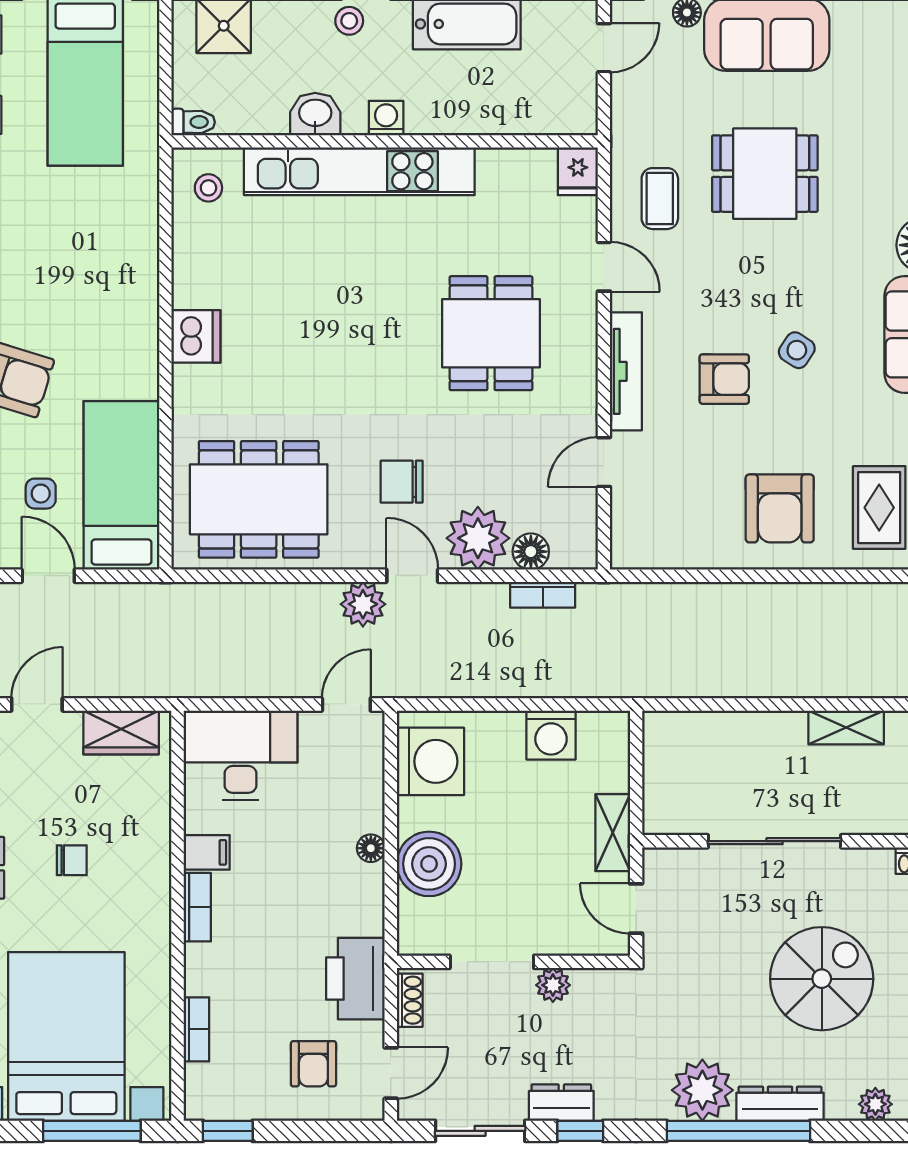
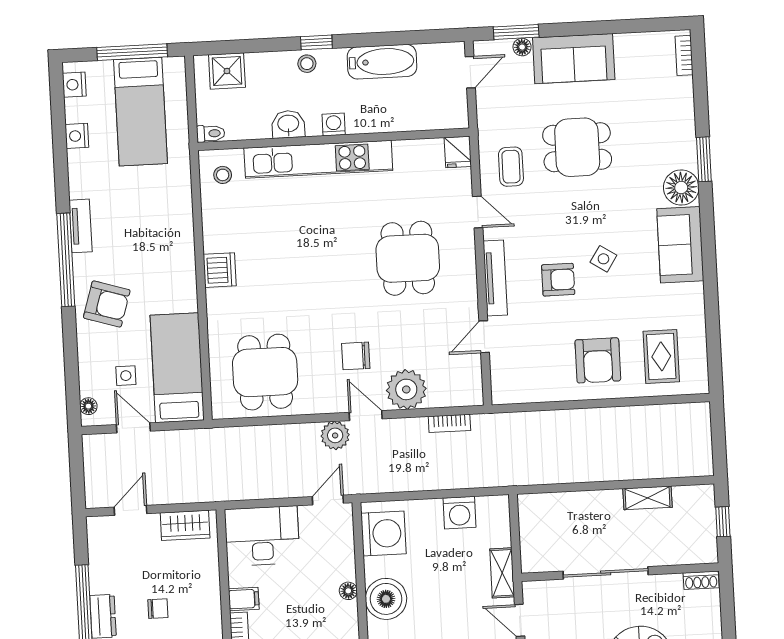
dining table: (259, 499) -> (265, 372), width x0.73
floor lamp: (531, 552) -> (440, 396), removed

